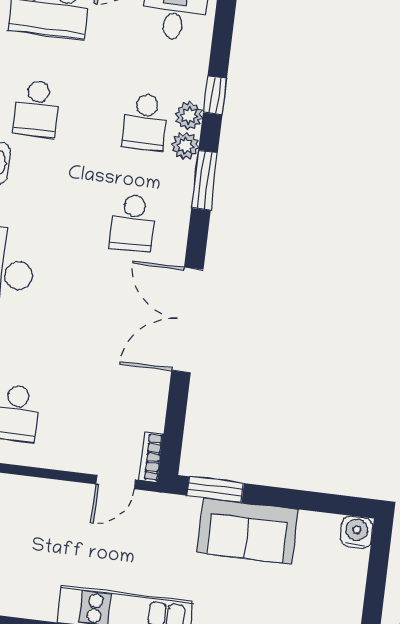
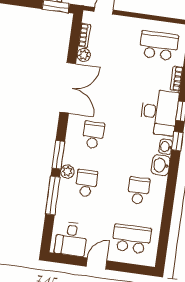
window: (215, 95) -> (53, 195), width x2.17
plant: (189, 116) -> (84, 55), moved
bookcase: (151, 457) -> (85, 35), moved

